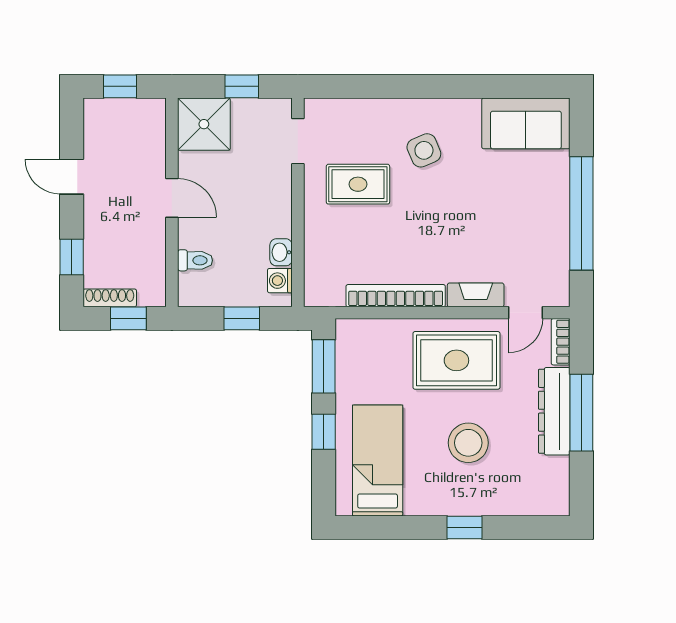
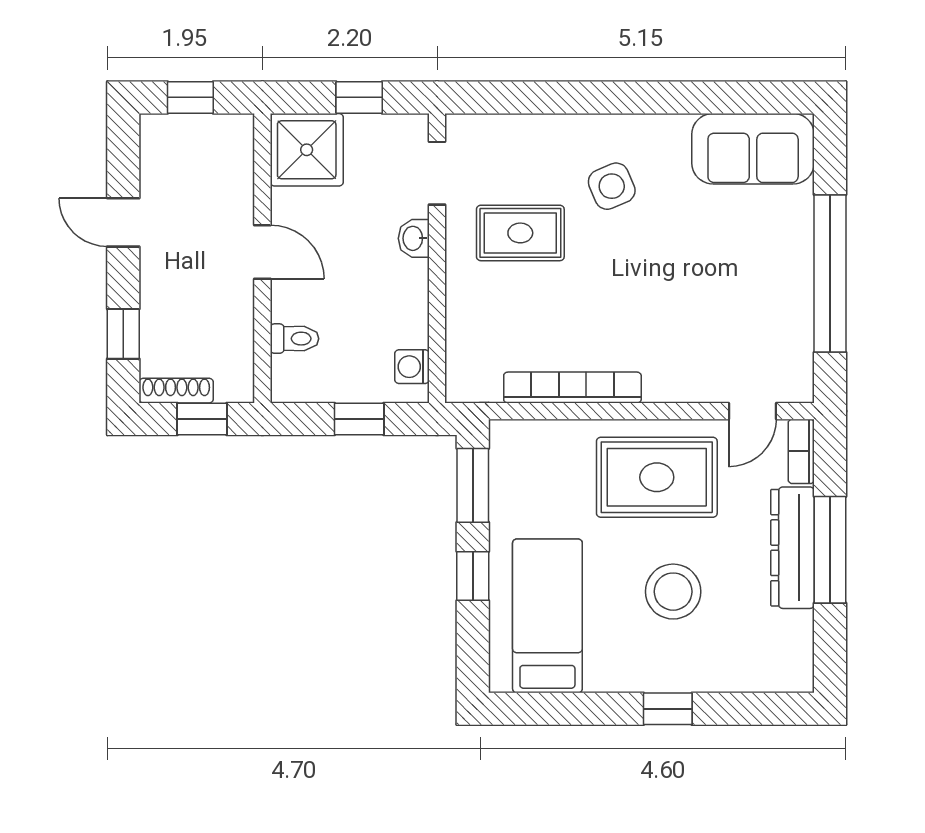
washbasin: (281, 252) -> (414, 238), moved
fireplace: (476, 295) -> (683, 386), removed

